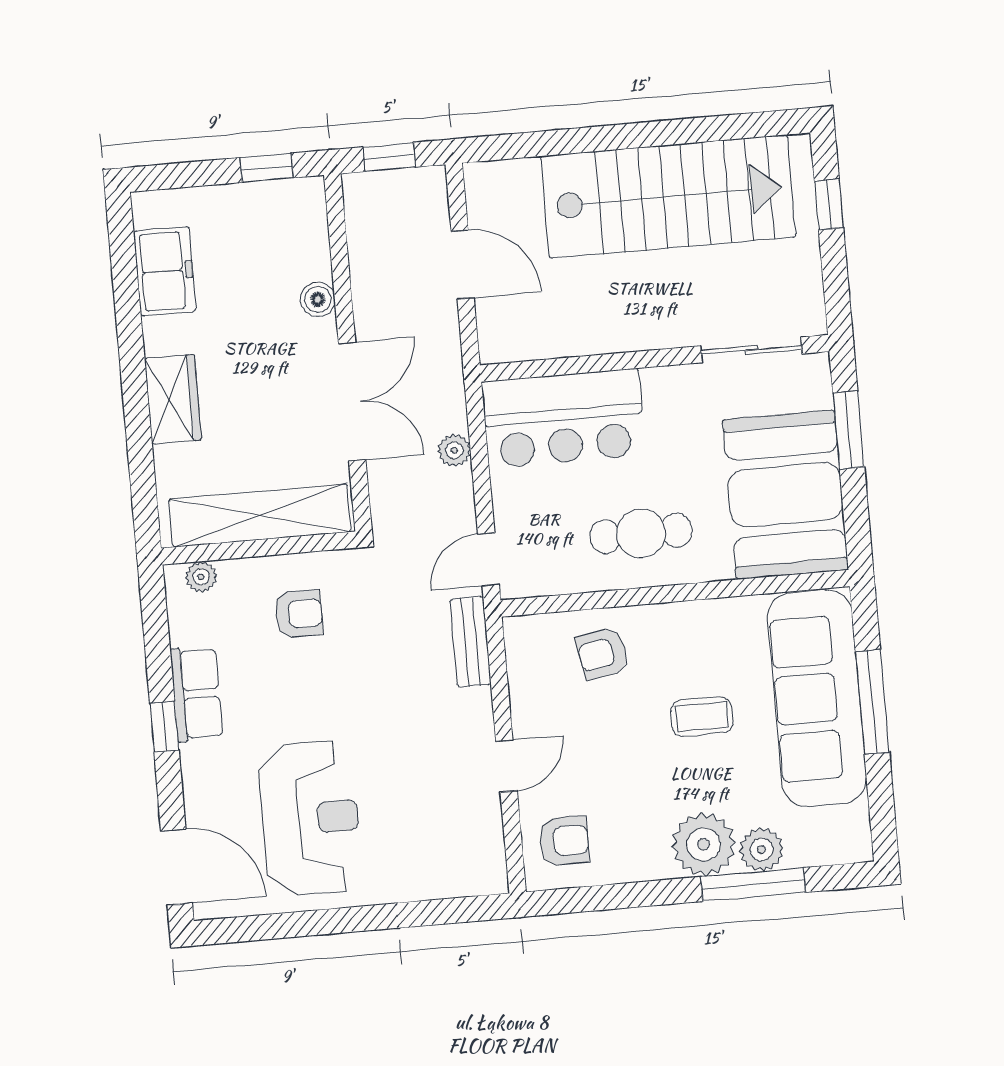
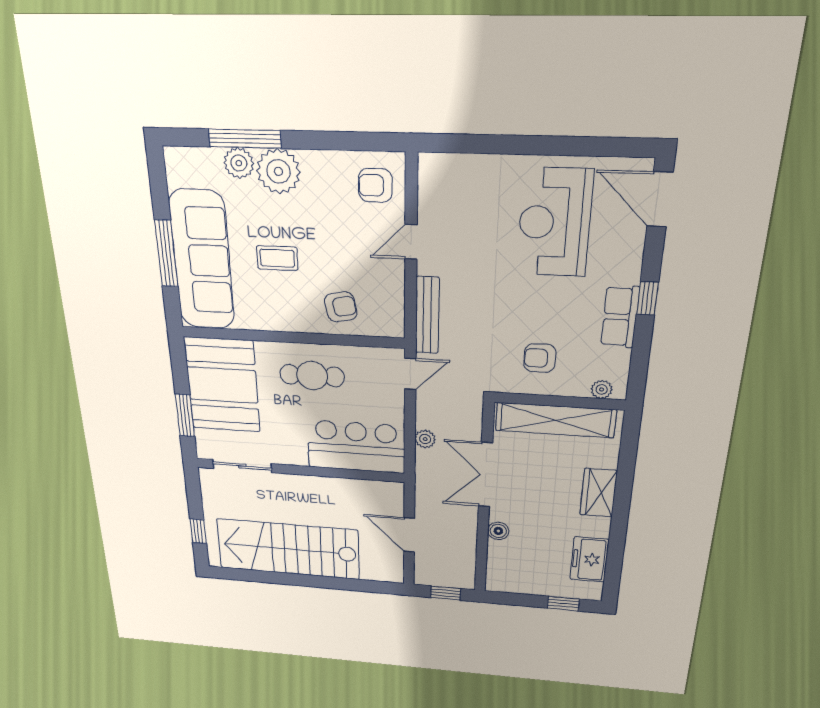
window: (267, 168) -> (563, 604), moved
bench: (471, 642) -> (427, 315), width x1.36

